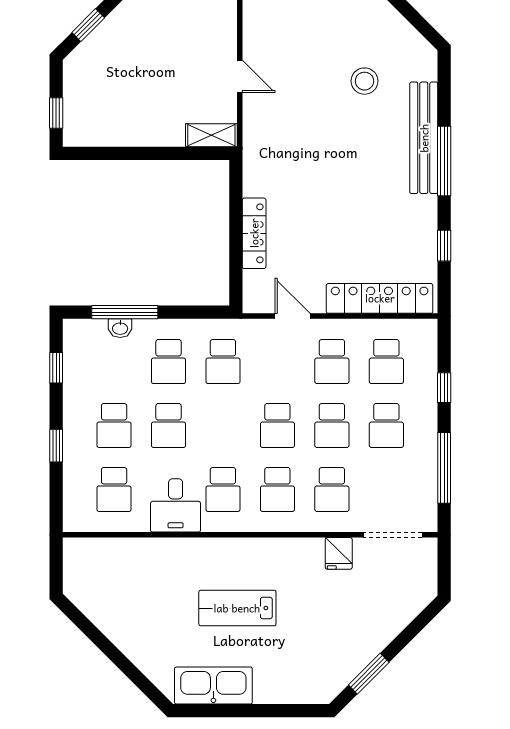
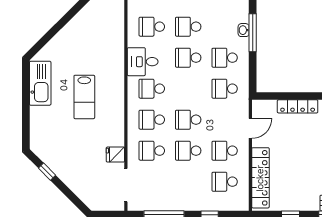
school desk: (386, 425) -> (188, 182), removed
lab bench: (237, 608) -> (84, 97), turned 180
window: (369, 674) -> (47, 172), width x0.67

